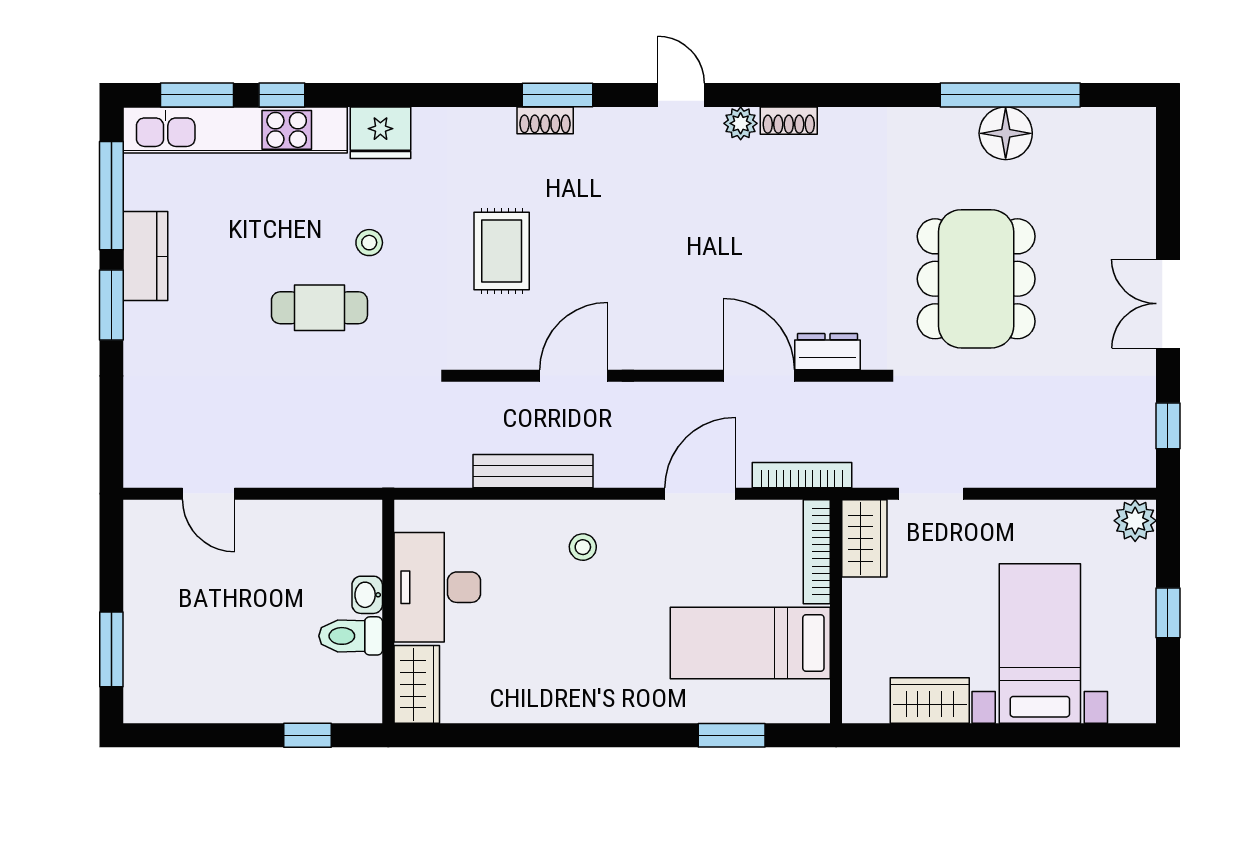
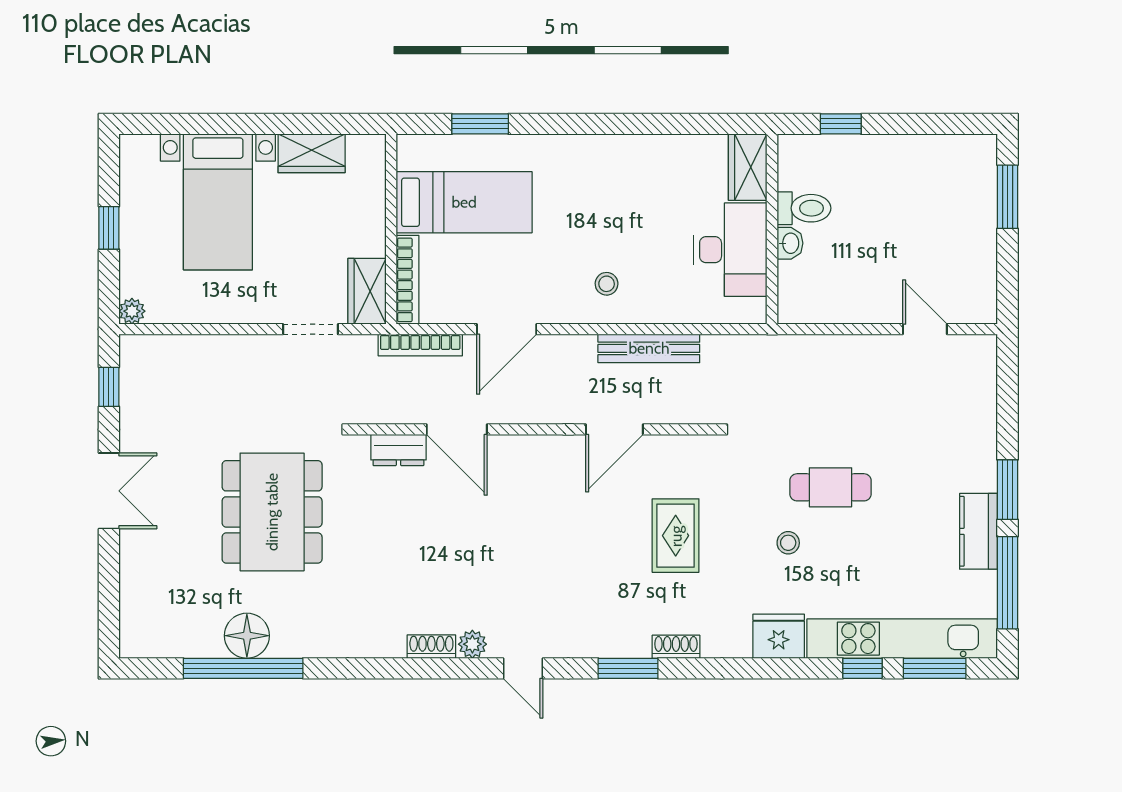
shoe rack: (545, 120) -> (676, 647), moved
plant: (1135, 521) -> (132, 311), width x0.73, depth x0.73

